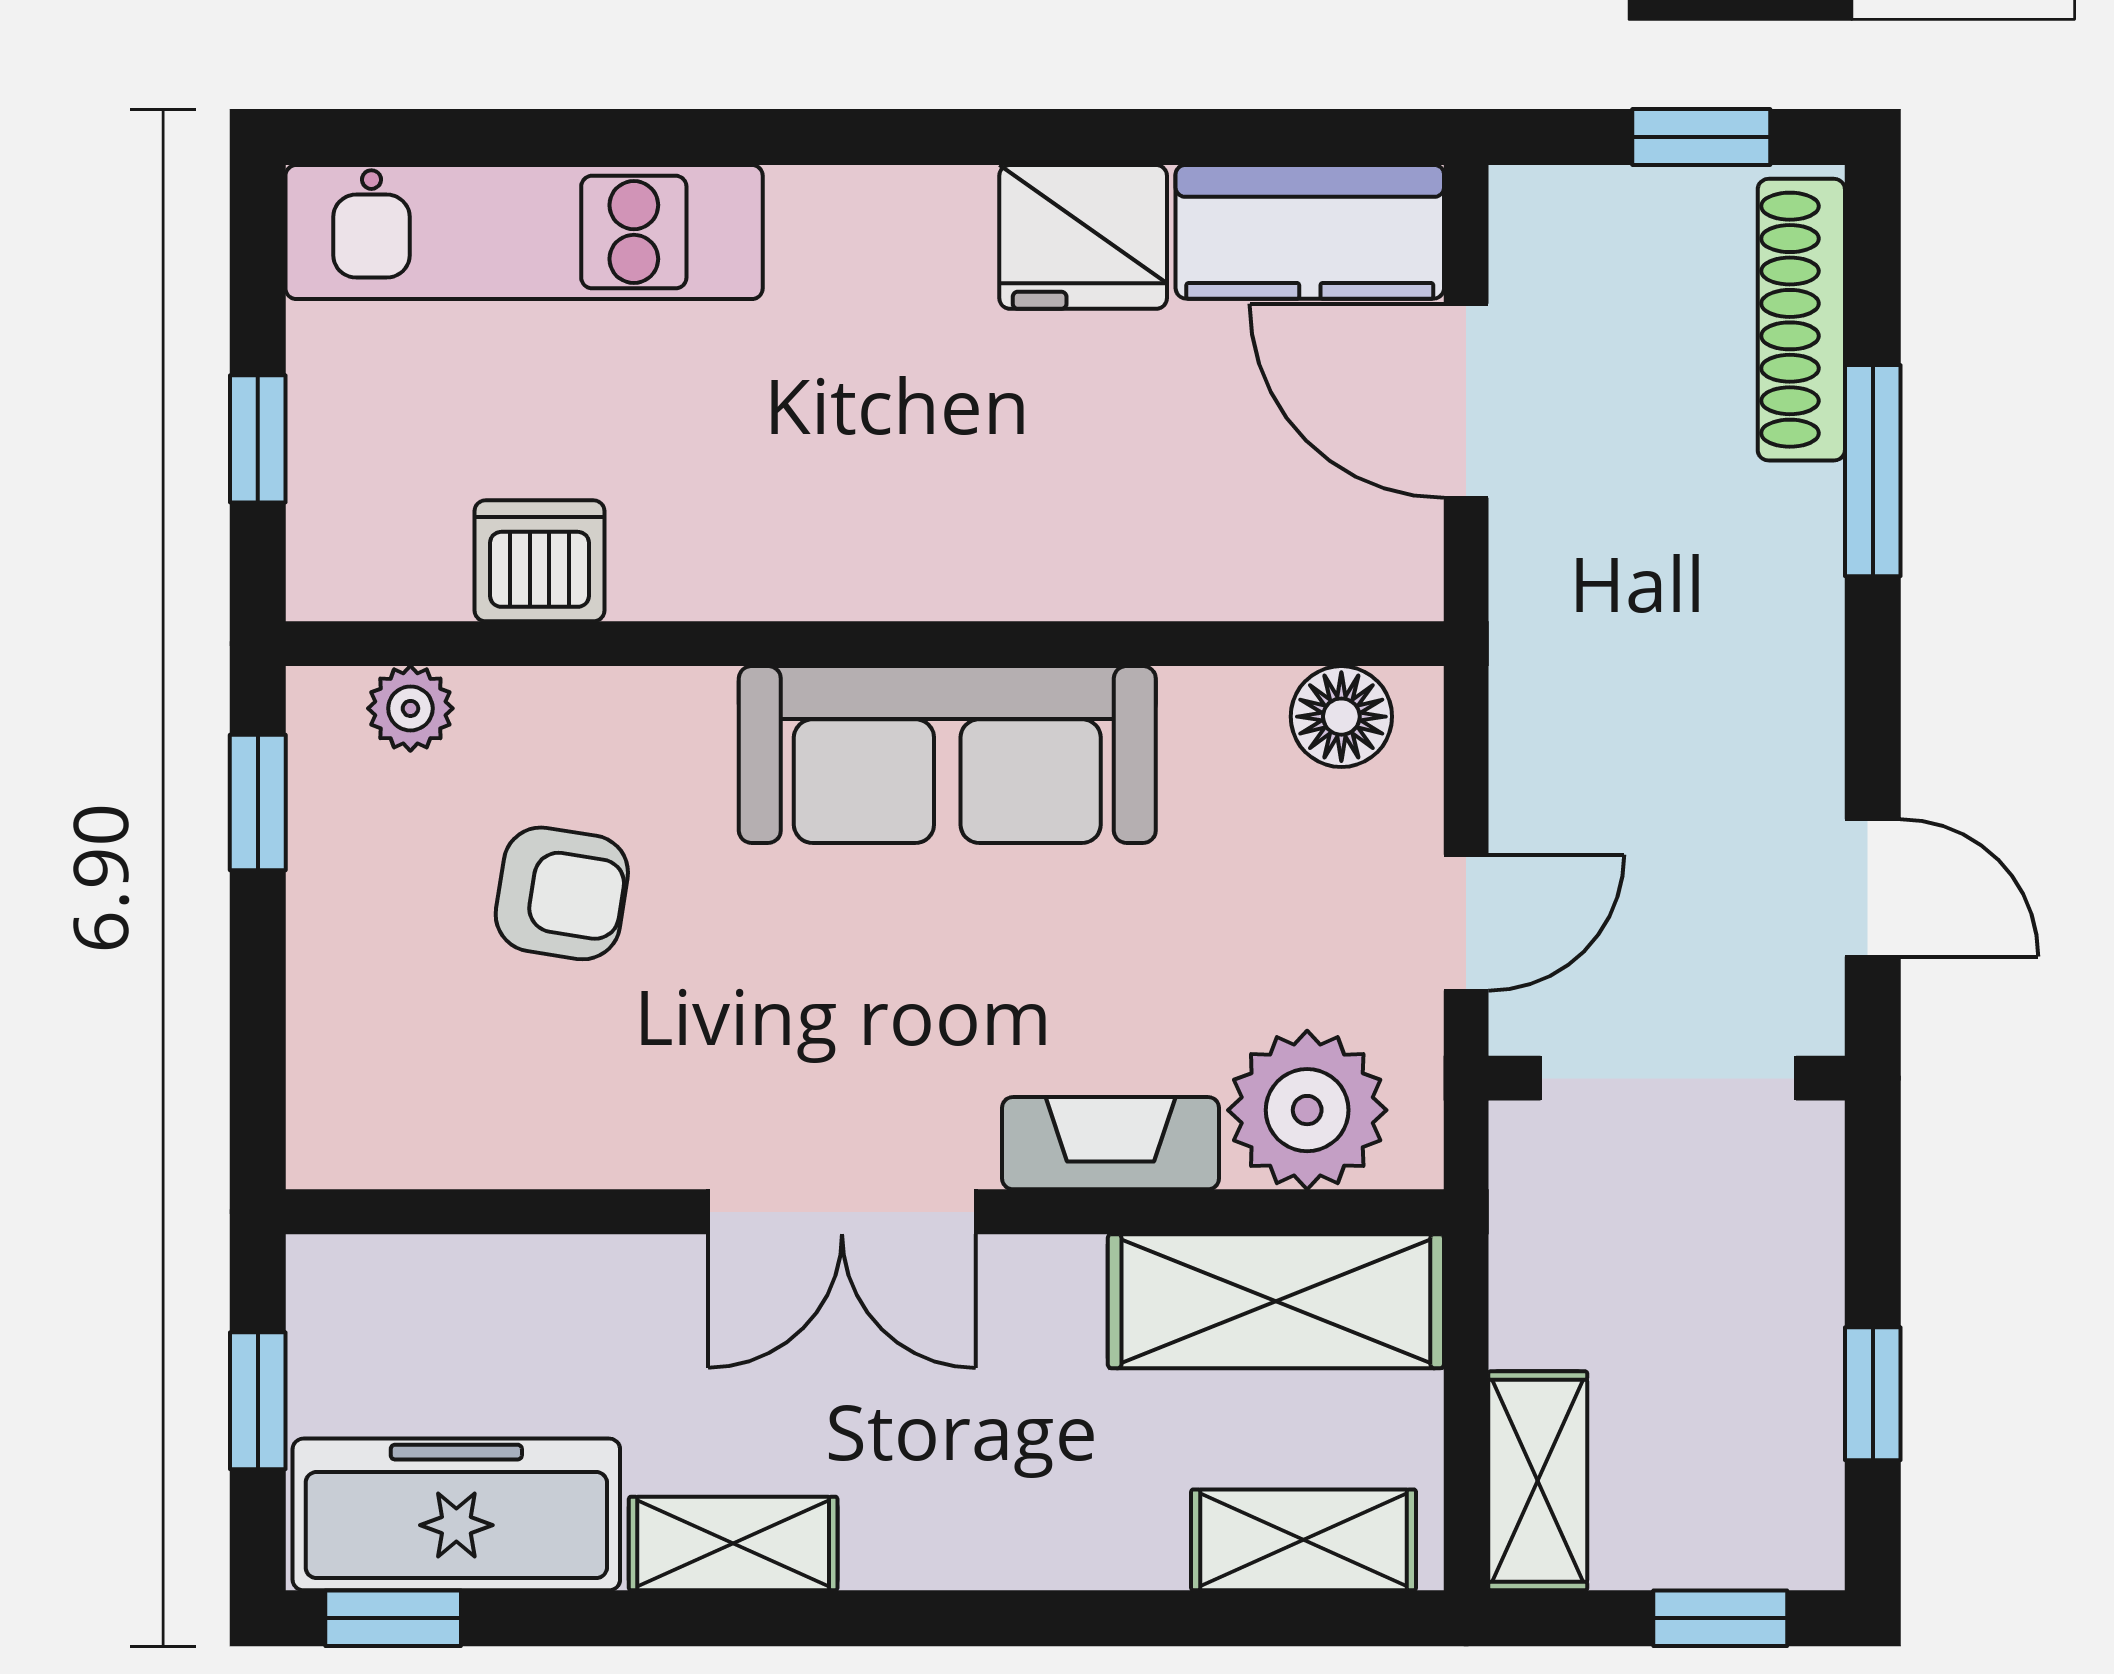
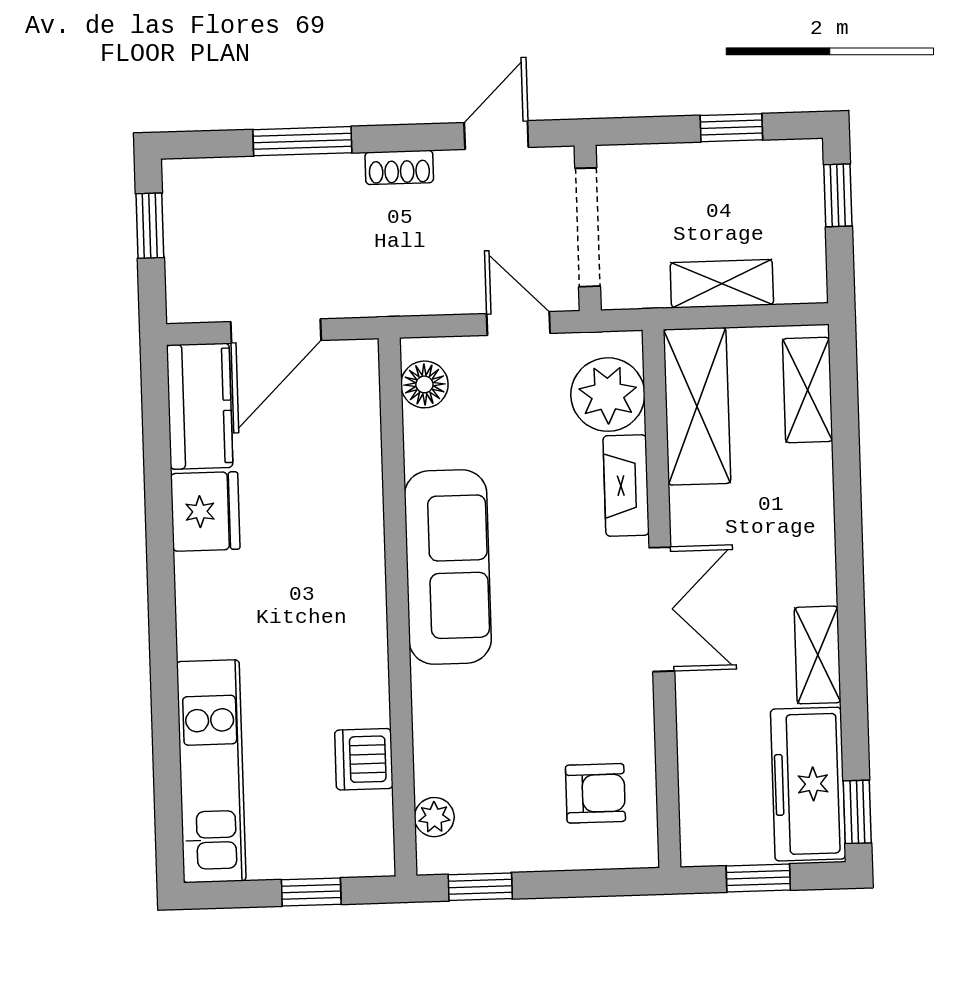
shoe rack: (1801, 320) -> (399, 167), moved, width x0.51, depth x0.81
armchair: (562, 893) -> (595, 793), moved, turned 81
shelving: (1538, 1481) -> (722, 284), moved

